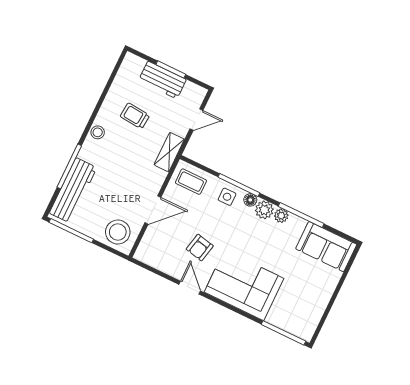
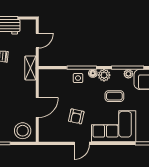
coffee table: (191, 182) -> (114, 96), moved
plant: (281, 216) -> (128, 74), moved
door: (190, 288) -> (82, 143), swing flipped

